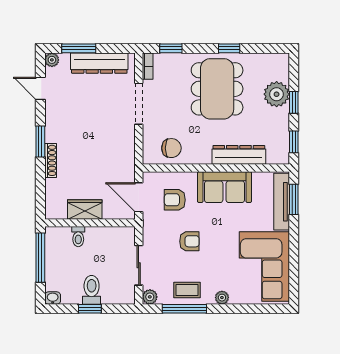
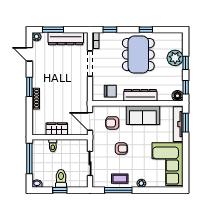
dresser: (239, 155) -> (140, 95), moved
floor lamp: (281, 156) -> (177, 96), added
plant: (150, 297) -> (97, 183), removed

